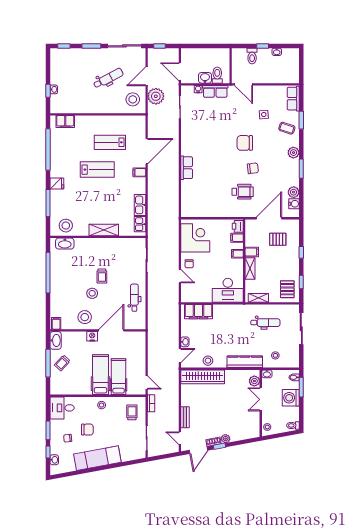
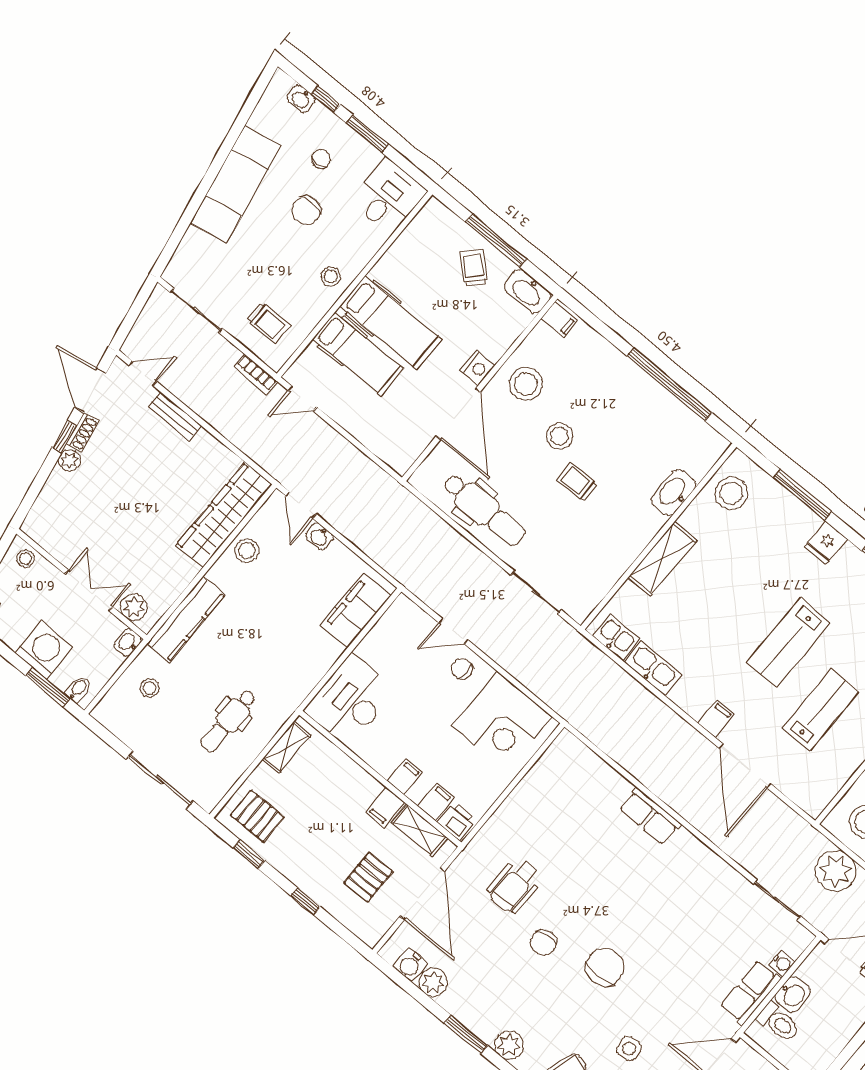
washbasin: (65, 244) -> (674, 493), moved
shelving: (250, 269) -> (419, 830), moved
dental chair: (134, 298) -> (484, 510), width x1.36, depth x1.38

